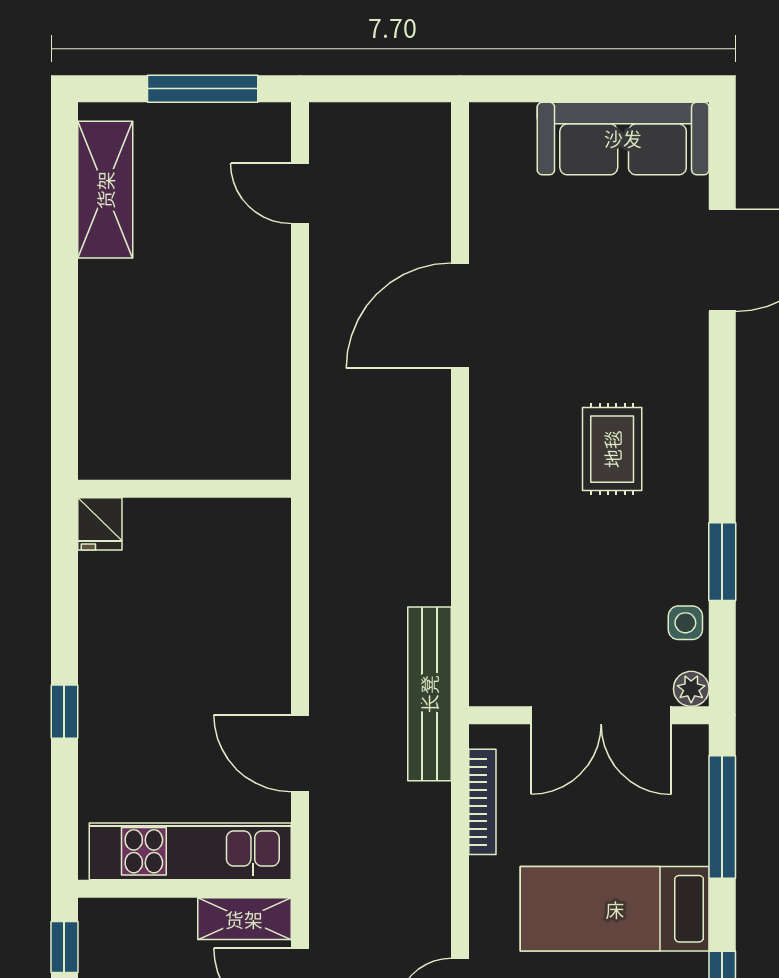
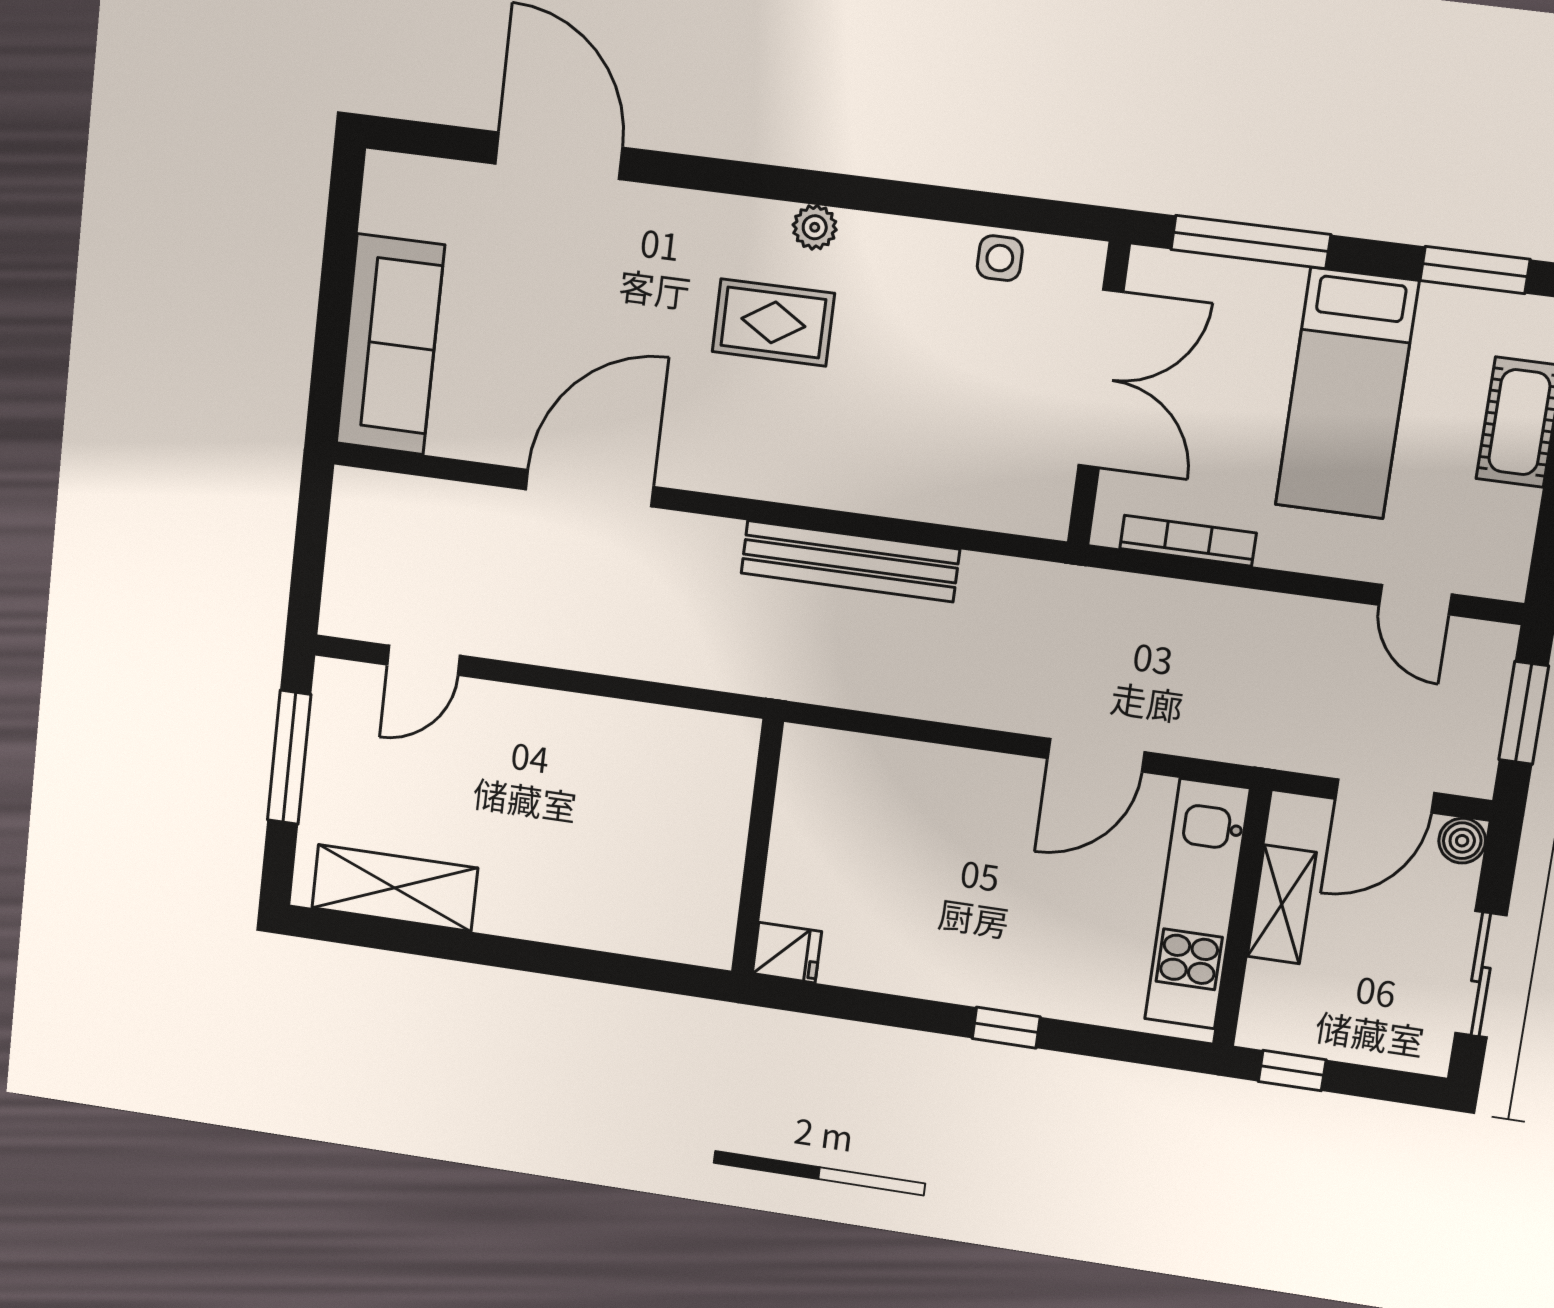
sofa: (623, 138) -> (390, 344), moved
door: (460, 316) -> (590, 488), swing flipped
window: (722, 562) -> (930, 202), removed
plant: (691, 689) -> (815, 227), moved
bench: (429, 694) -> (850, 561), moved
shelving: (244, 919) -> (1282, 904), moved

